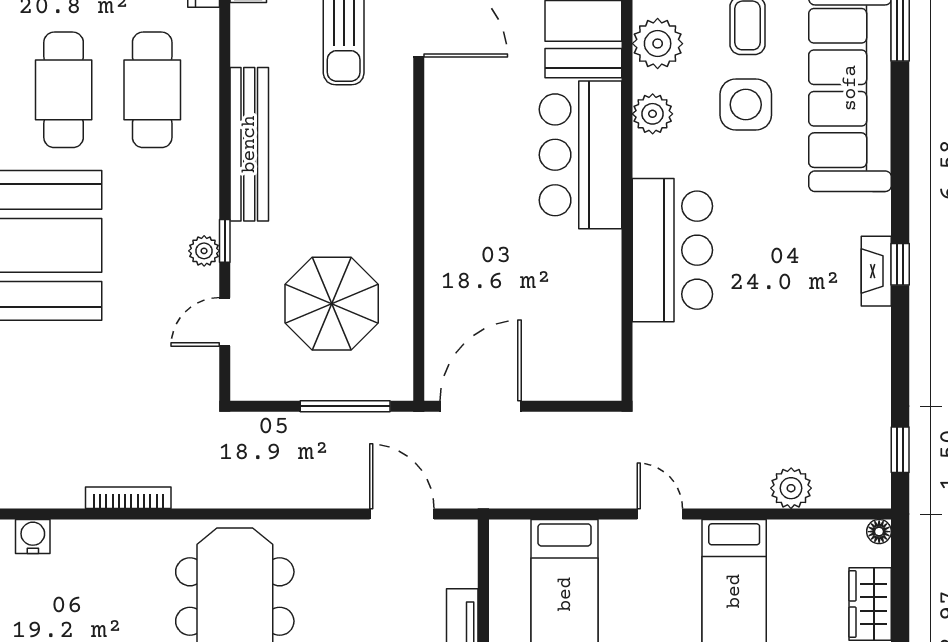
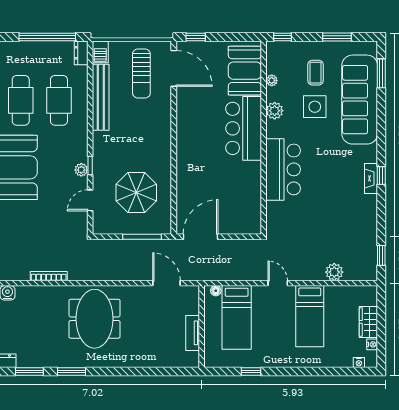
plant: (658, 44) -> (272, 80), width x0.53, depth x0.53
bench: (249, 144) -> (101, 97), moved
floor lamp: (879, 532) -> (216, 291), moved

